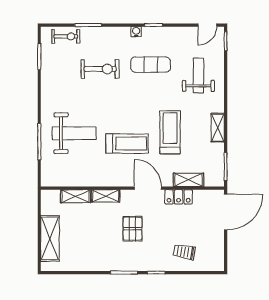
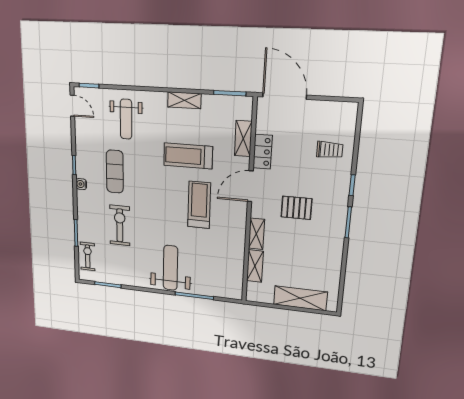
weight bench: (198, 75) -> (126, 119), turned -90
weight bench: (74, 133) -> (171, 268), moved
trolley: (184, 252) -> (330, 150), turned -100

